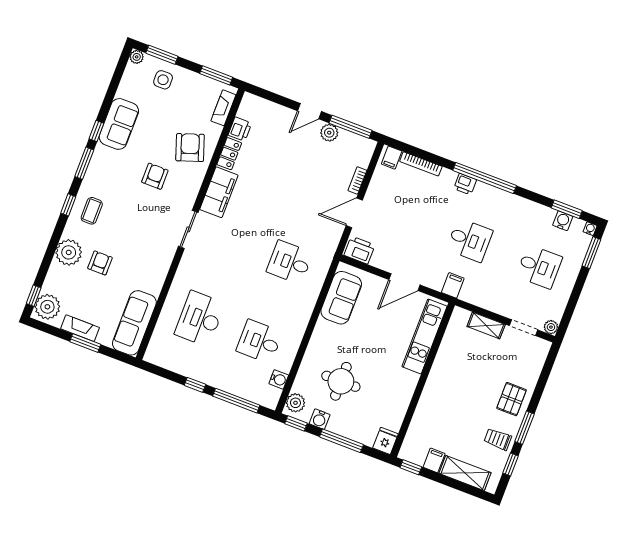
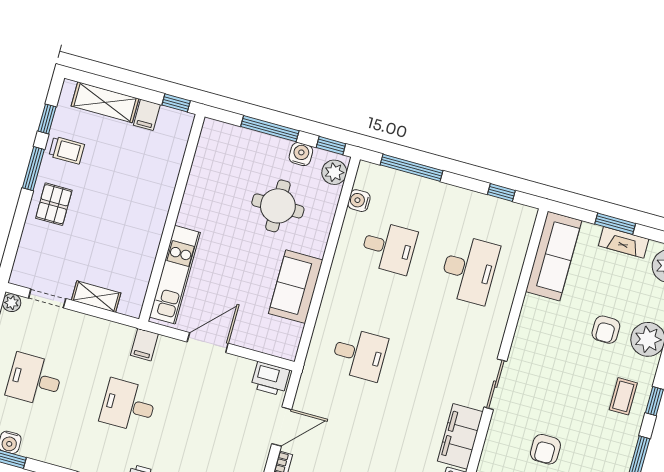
sofa: (341, 298) -> (296, 287), moved
window: (195, 385) -> (501, 192), moved
fridge: (385, 441) -> (212, 134), removed

